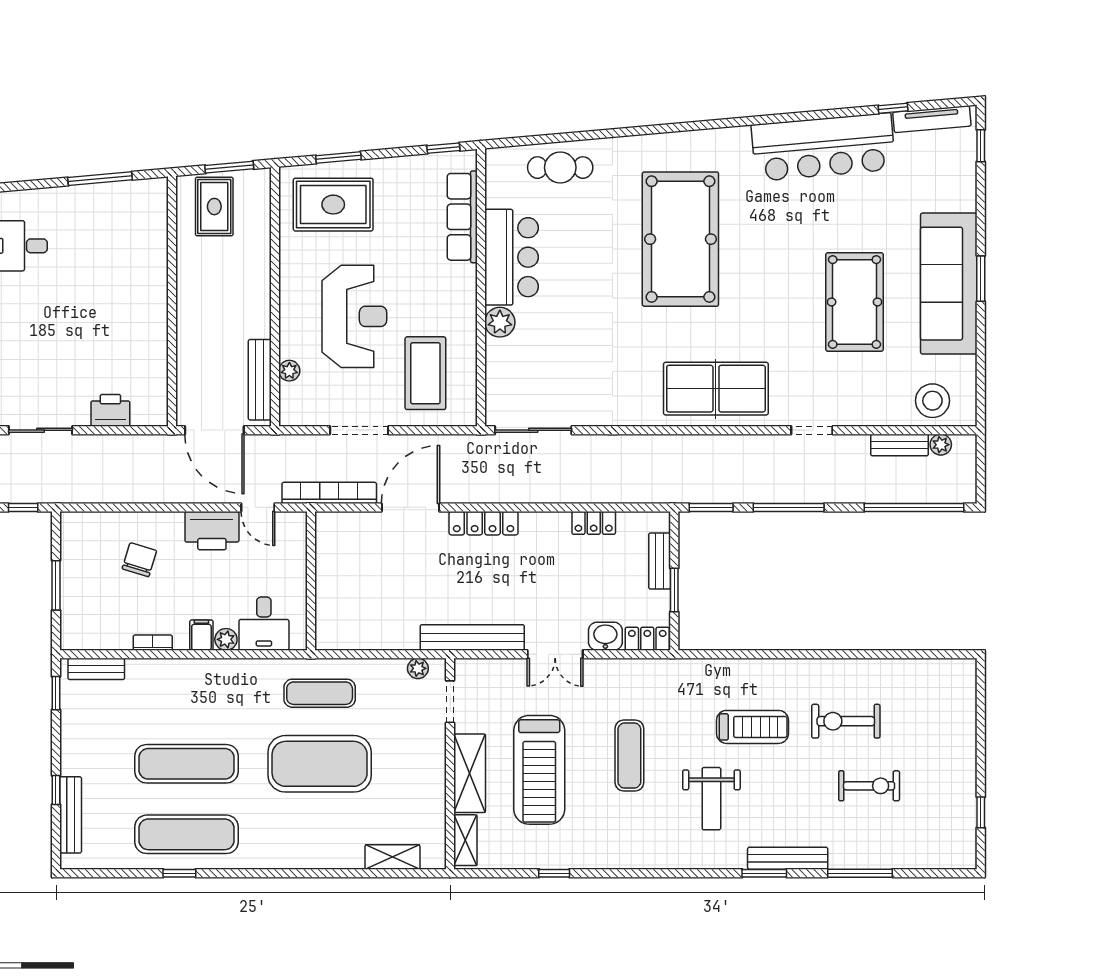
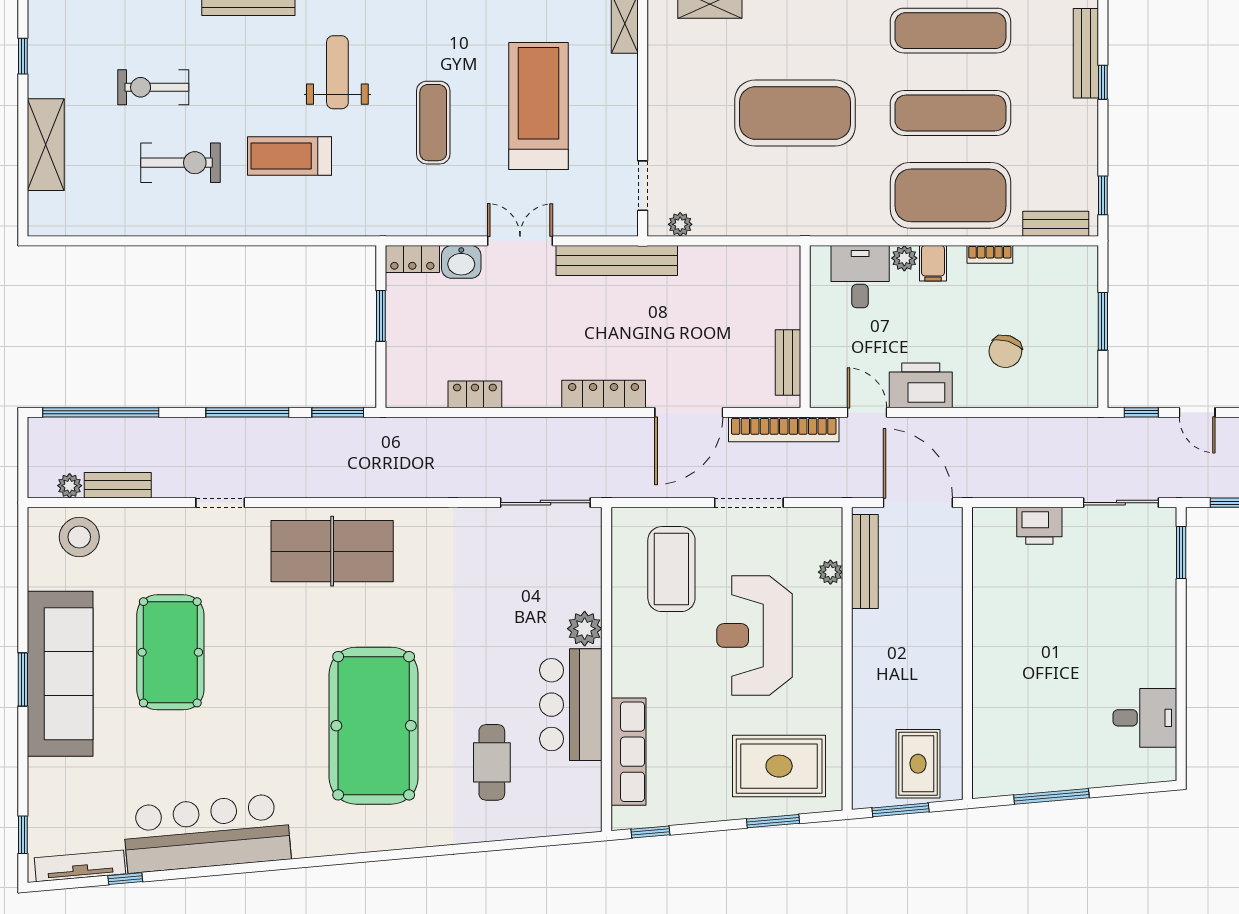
cafe table: (560, 168) -> (492, 762), moved, turned 90
bench: (660, 561) -> (788, 362), moved
exercise mat: (320, 693) -> (950, 195), moved, width x2.00, depth x1.45
shelving: (470, 773) -> (46, 145), moved

